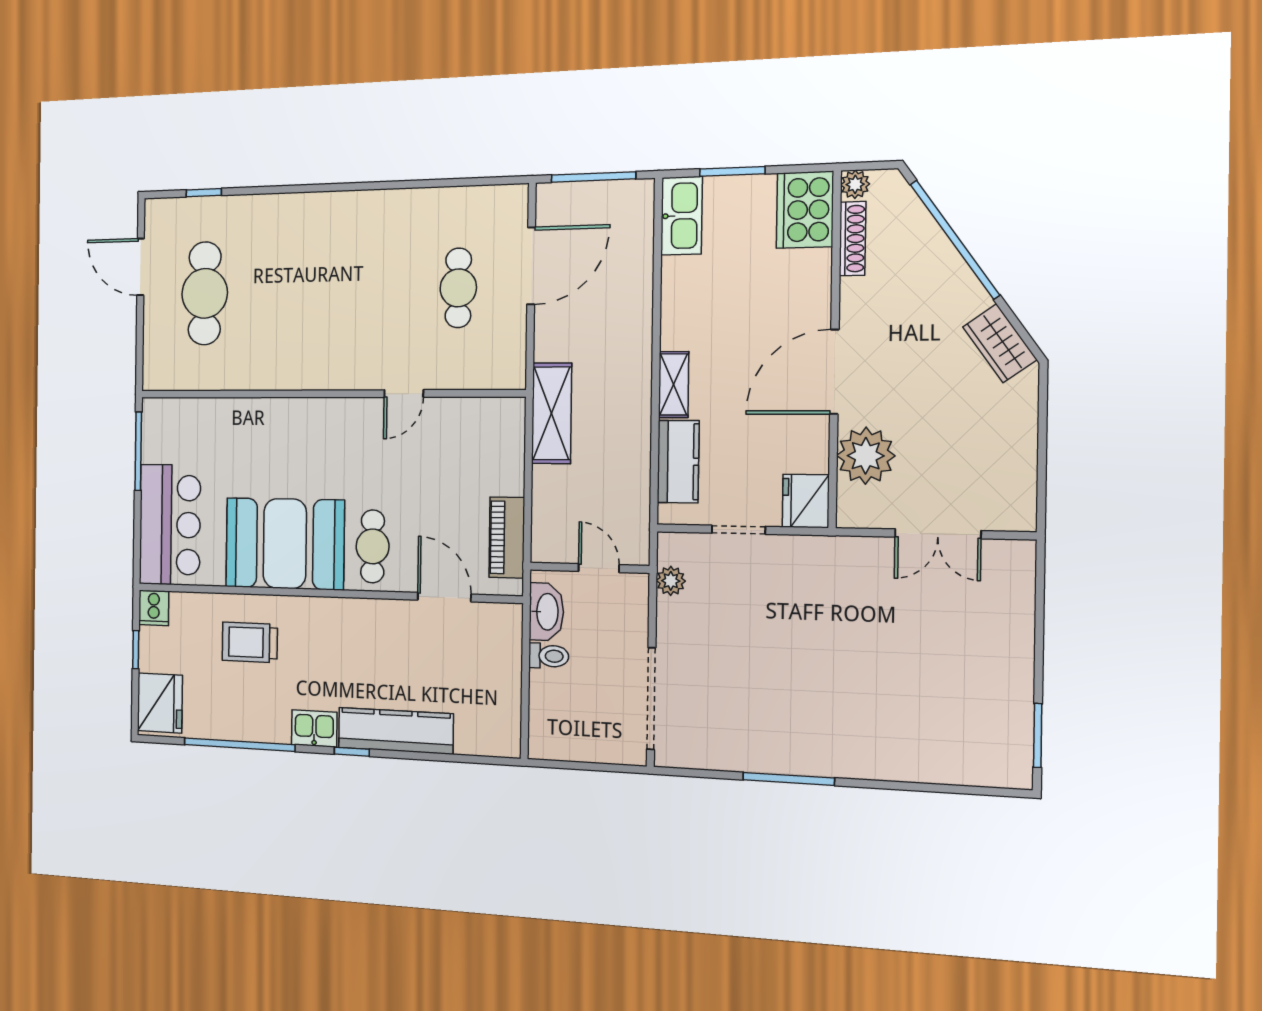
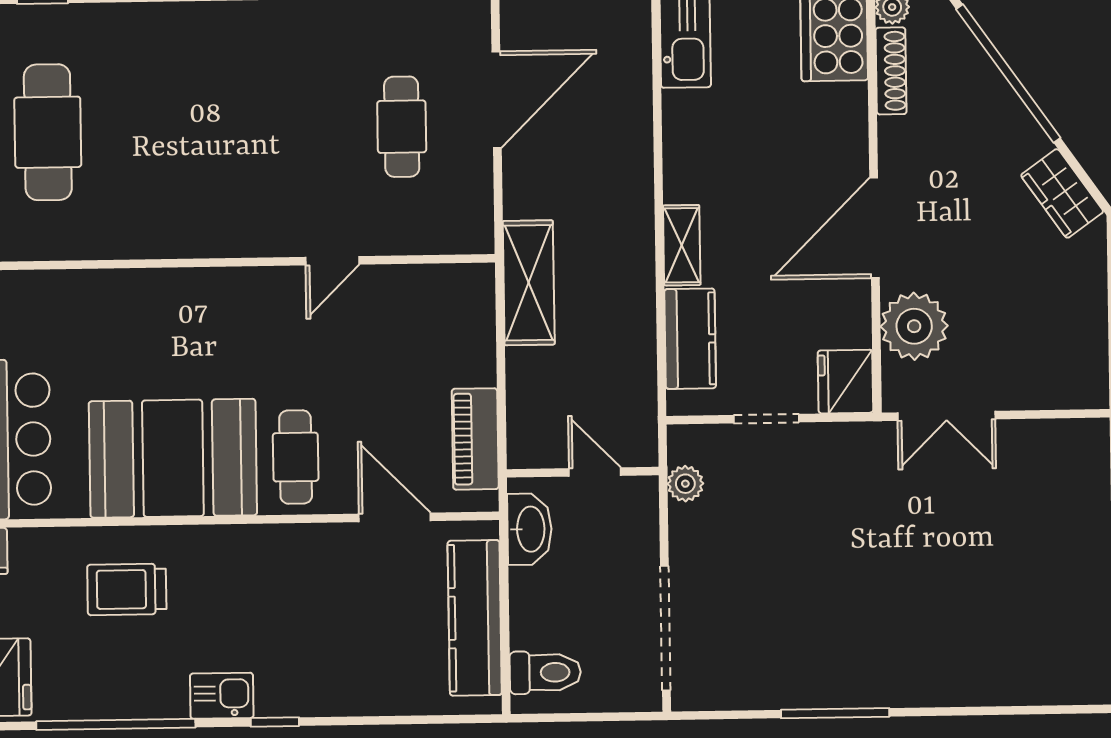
double door: (938, 534) -> (946, 416), moved
toilet: (549, 656) -> (545, 672), moved, width x1.37, depth x1.39
kitchen counter: (396, 731) -> (475, 618), moved, turned -90

